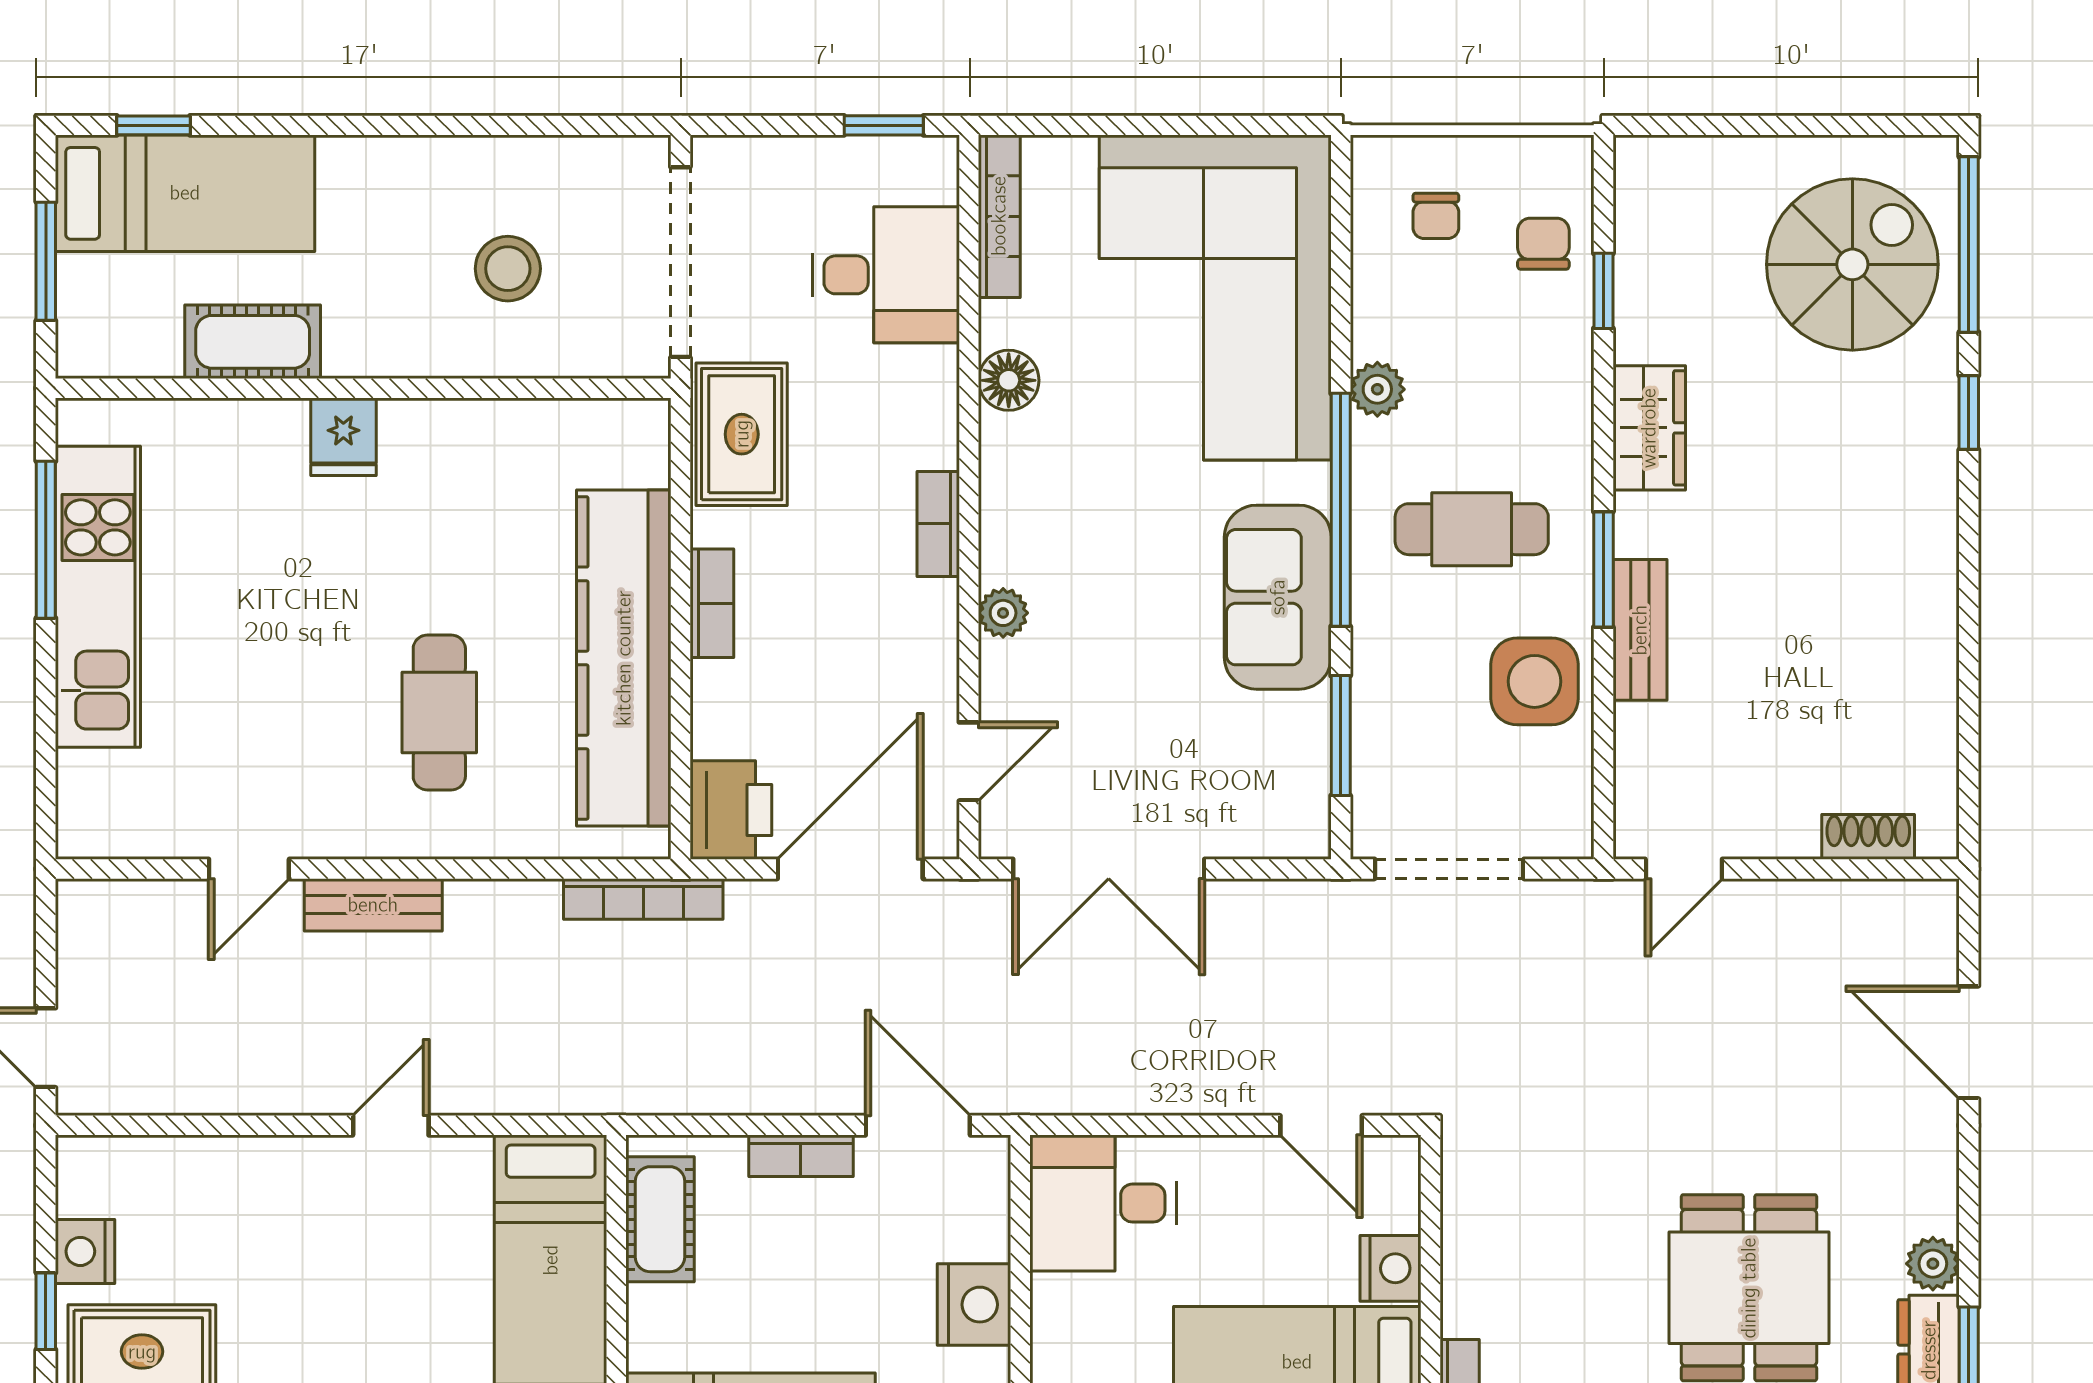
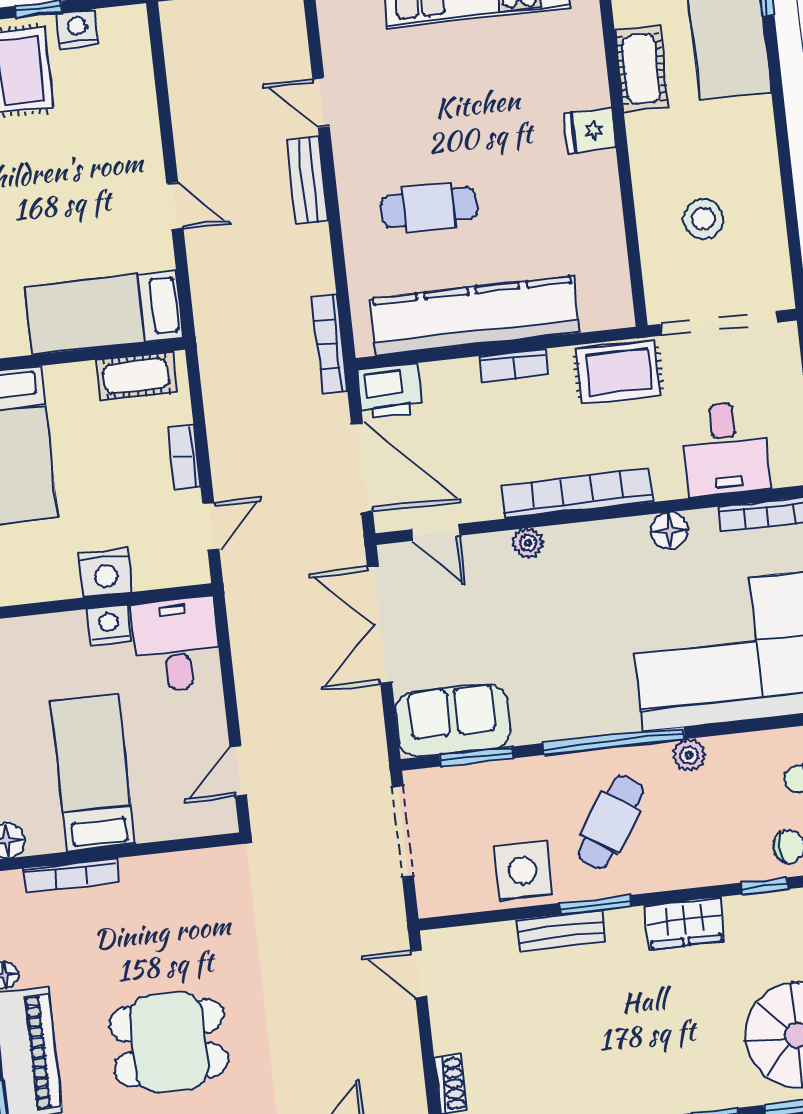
bookcase: (938, 524) -> (577, 494), width x2.31, depth x1.31
cafe table: (1472, 529) -> (611, 822), turned 33
sofa: (1278, 597) -> (453, 720), moved
door: (918, 1125) -> (211, 526), width x0.73
nightstand: (1390, 1268) -> (109, 625), moved, turned 180

